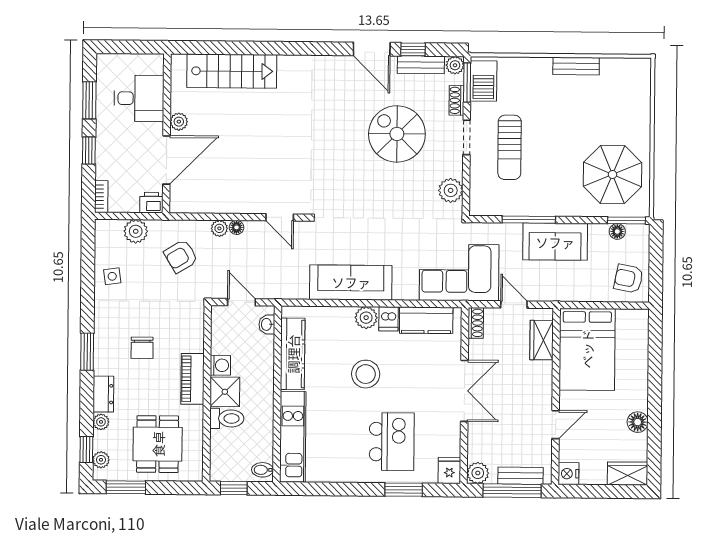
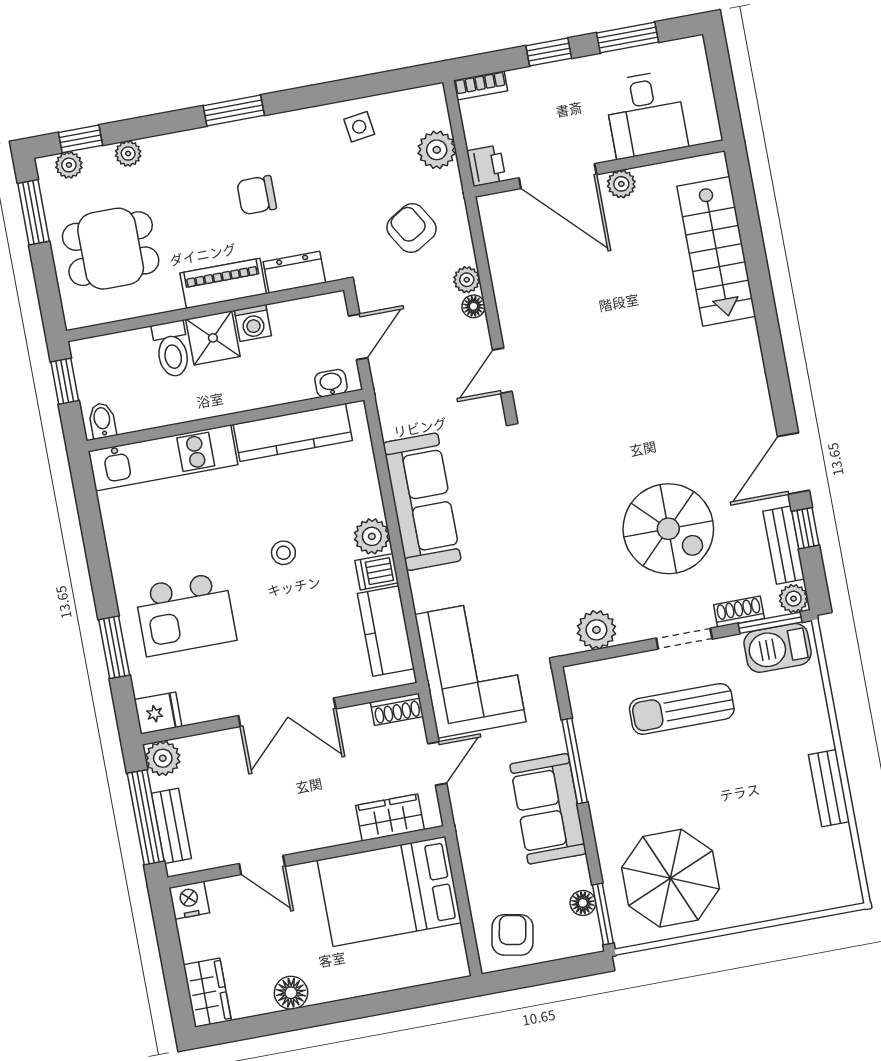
spiral stairs: (397, 134) -> (668, 529), turned 90
stool: (366, 374) -> (283, 553), width x0.53, depth x0.53
dresser: (103, 394) -> (294, 272), moved, turned 180

